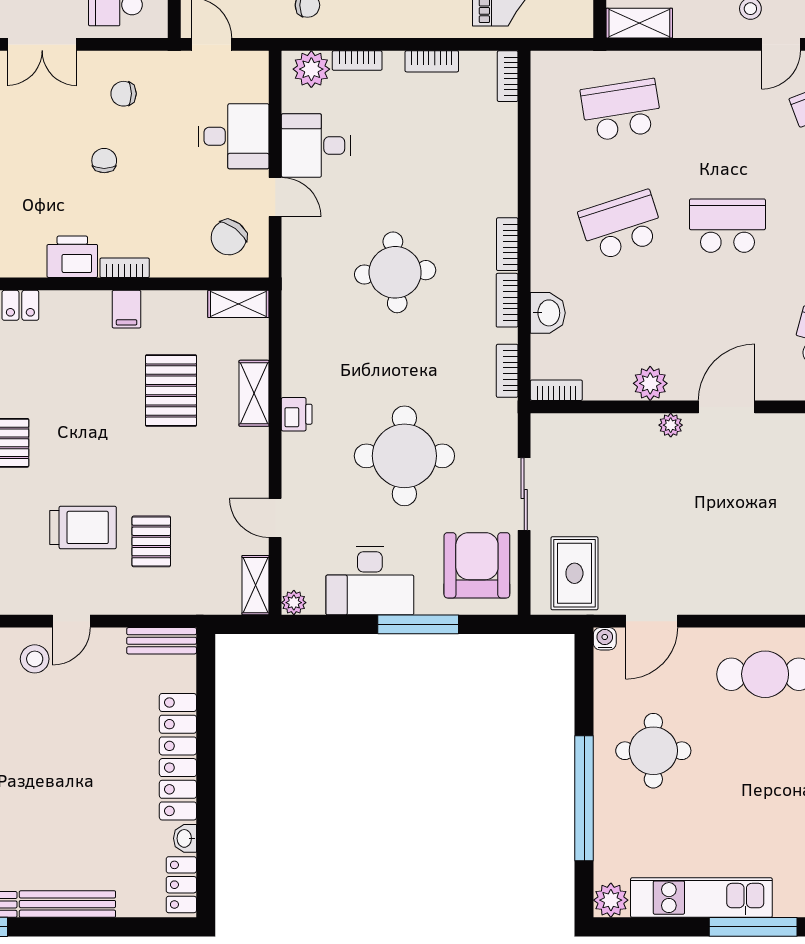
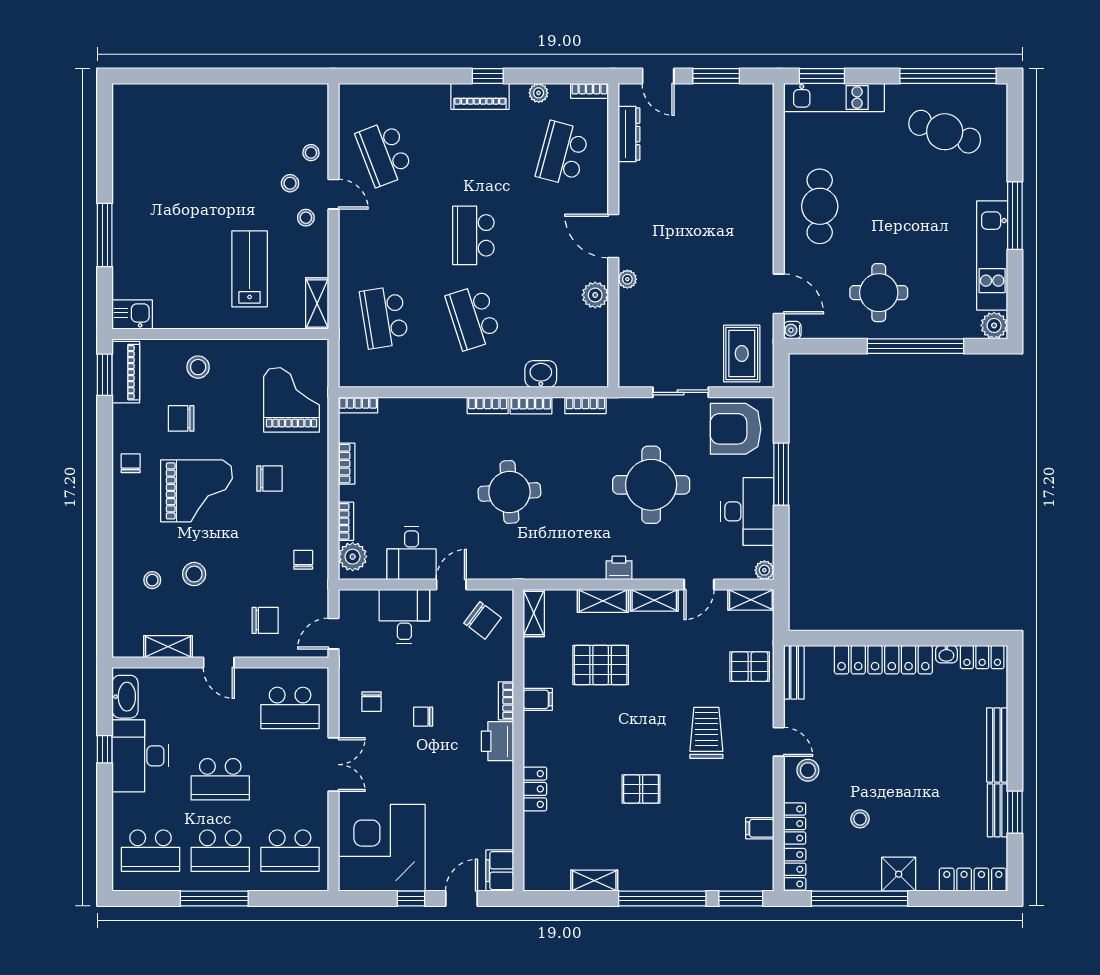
bookcase: (556, 390) -> (600, 367), removed
shelving: (255, 460) -> (654, 600), added
pallet: (151, 541) -> (750, 667), moved
rug: (574, 573) -> (742, 354), turned 90

